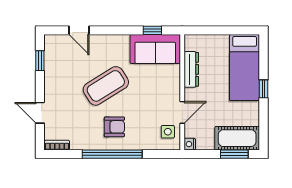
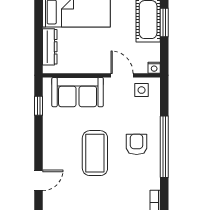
sofa: (155, 49) -> (78, 92), moved, turned 90
dresser: (191, 69) -> (50, 47), moved, turned 90
coffee table: (106, 86) -> (95, 153), turned 32

